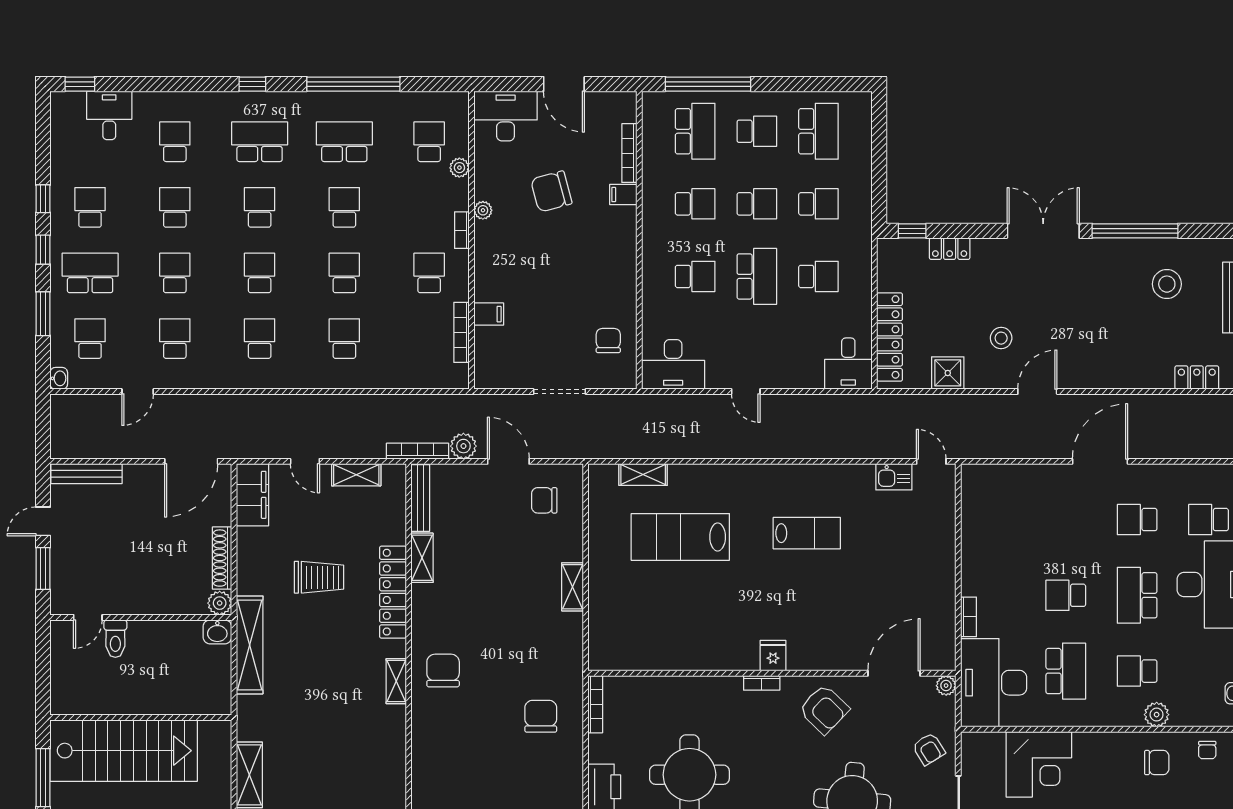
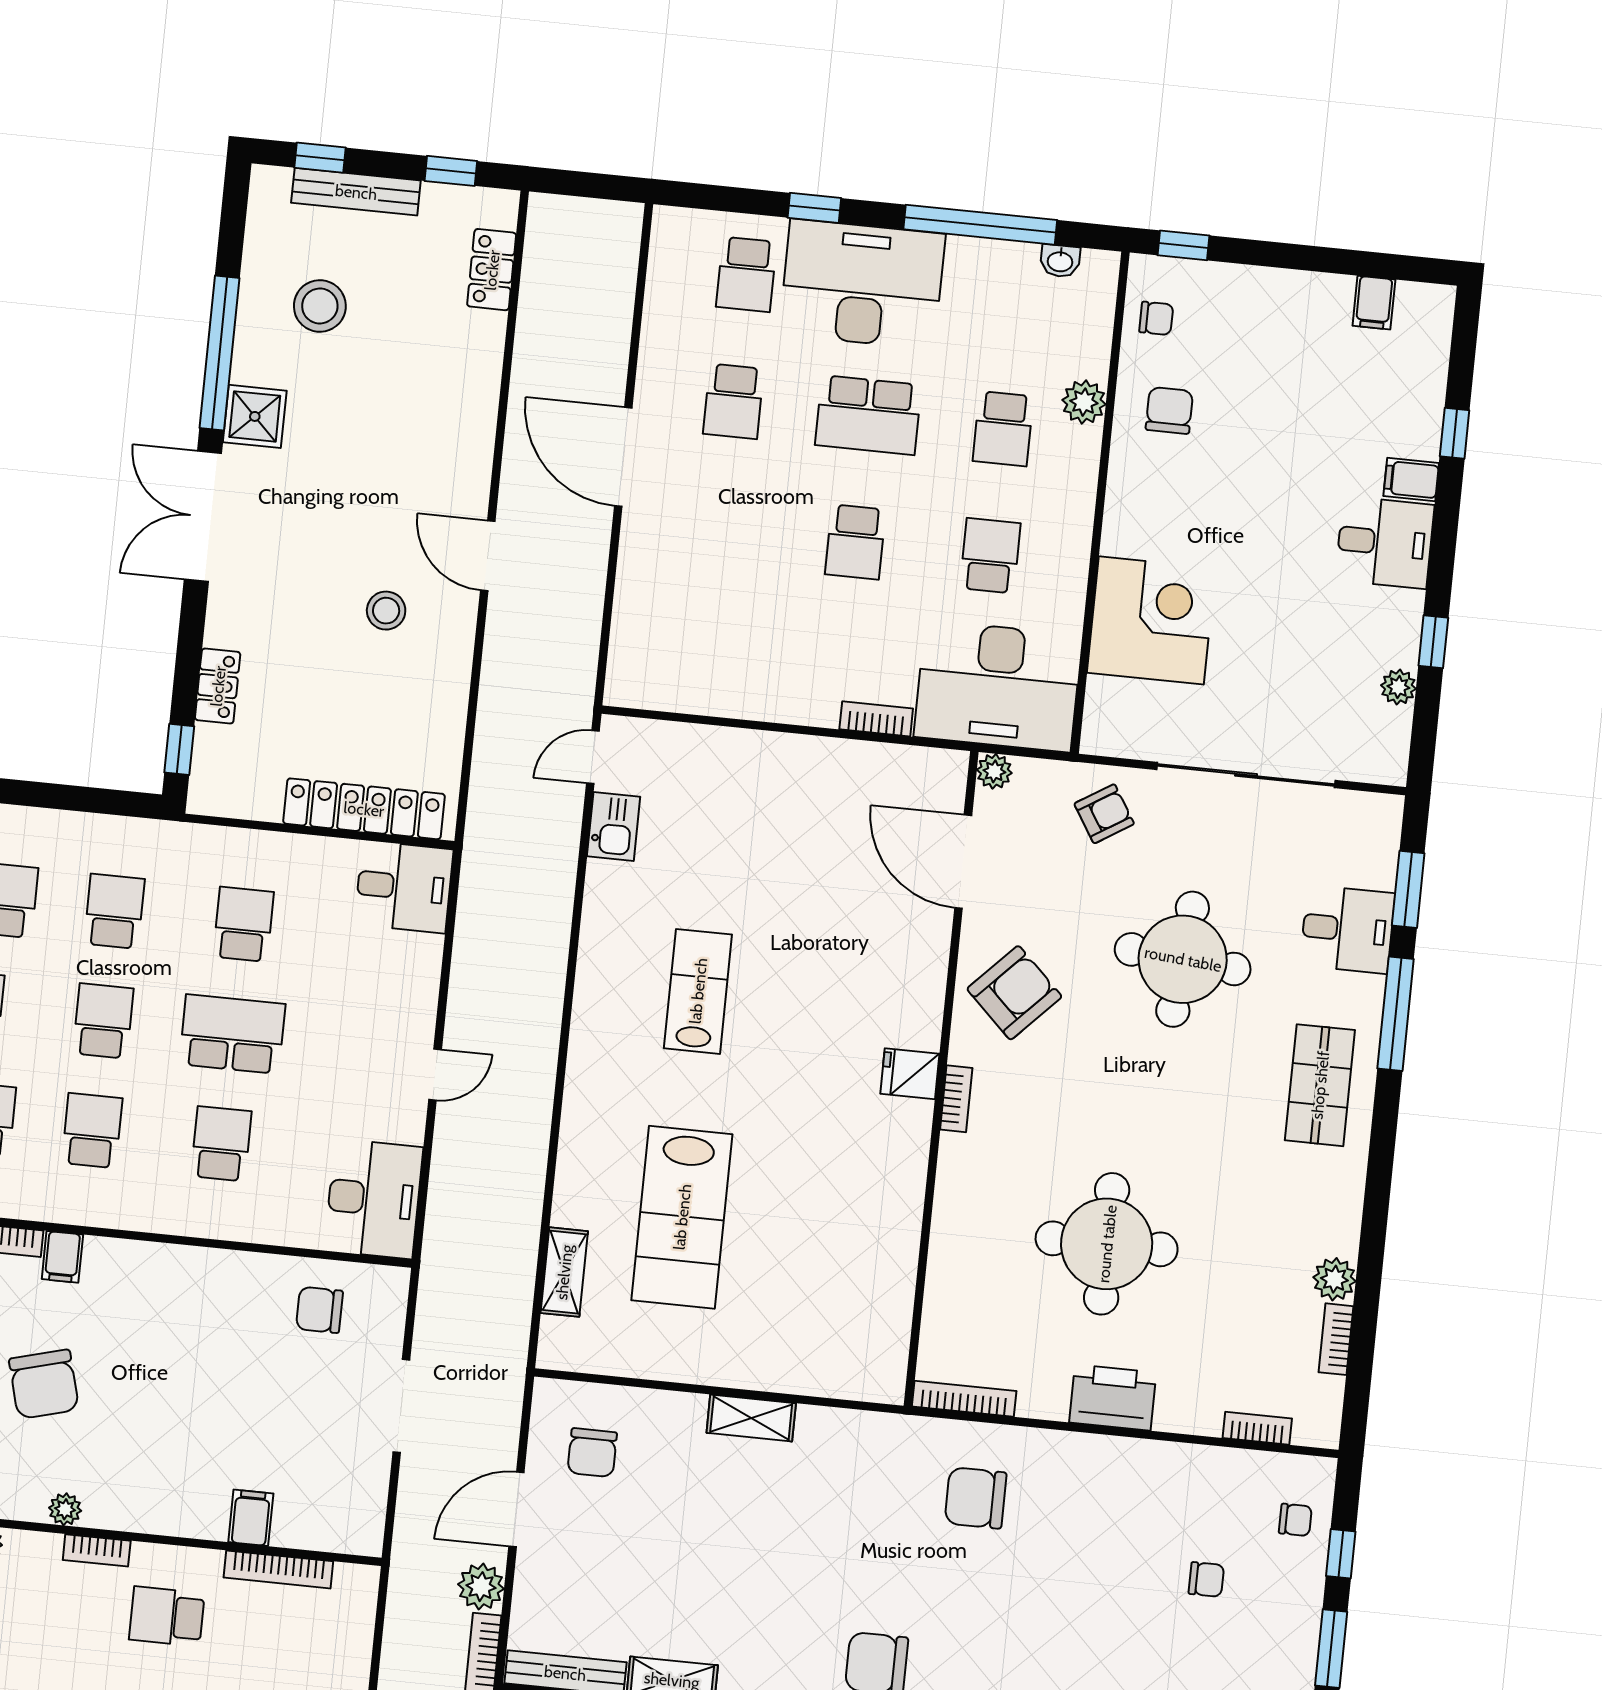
shower: (948, 373) -> (255, 416), moved
school desk: (1066, 671) -> (990, 556), width x0.54

